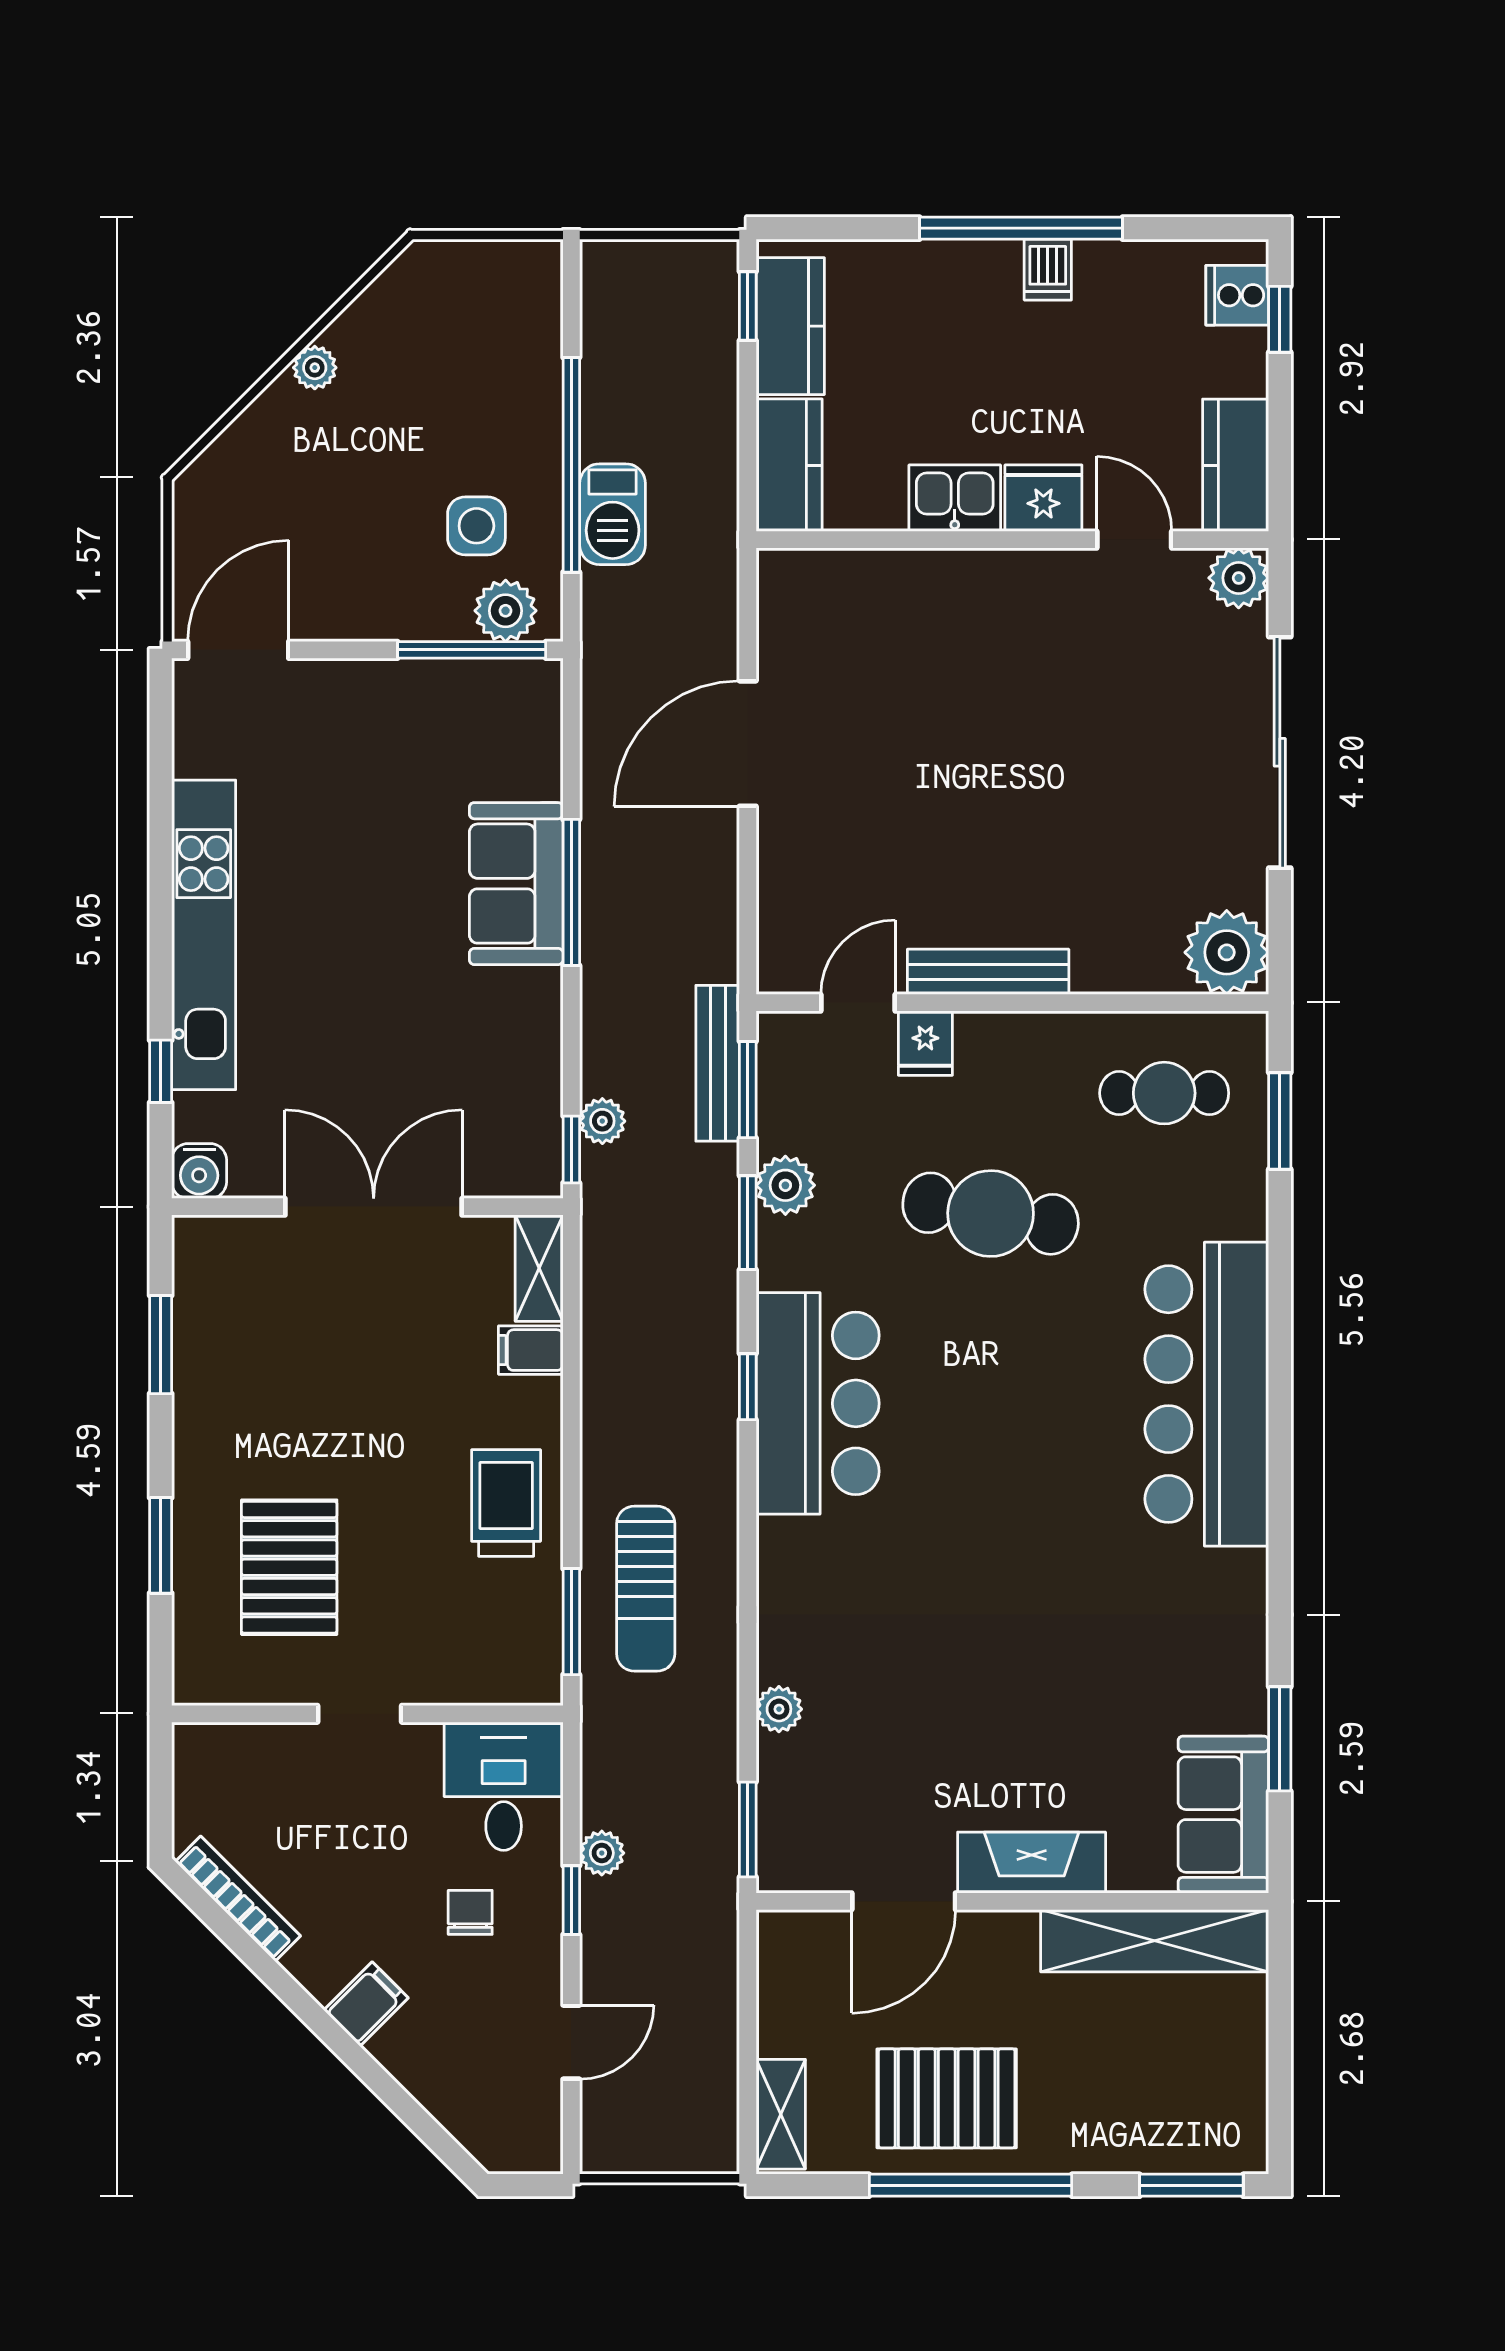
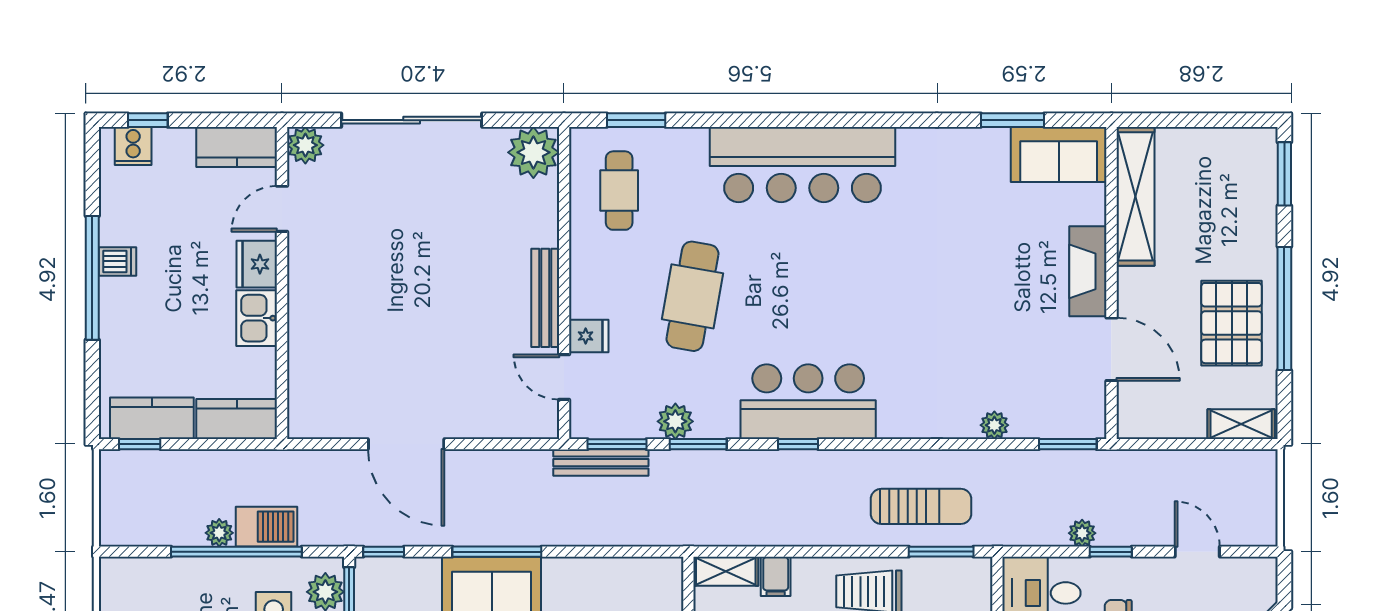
plant: (602, 1121) -> (219, 533), moved
window: (571, 1149) -> (384, 552), moved

